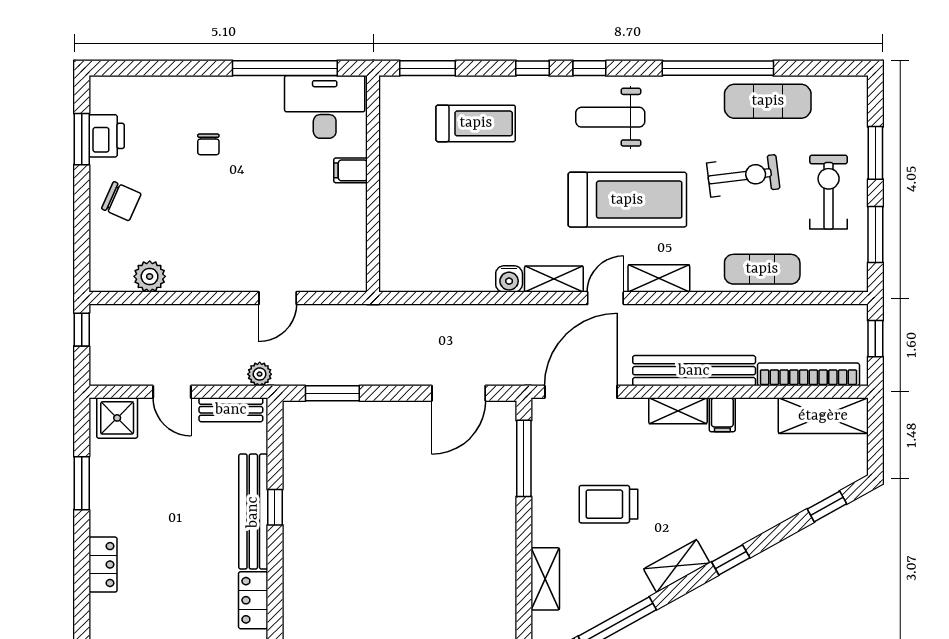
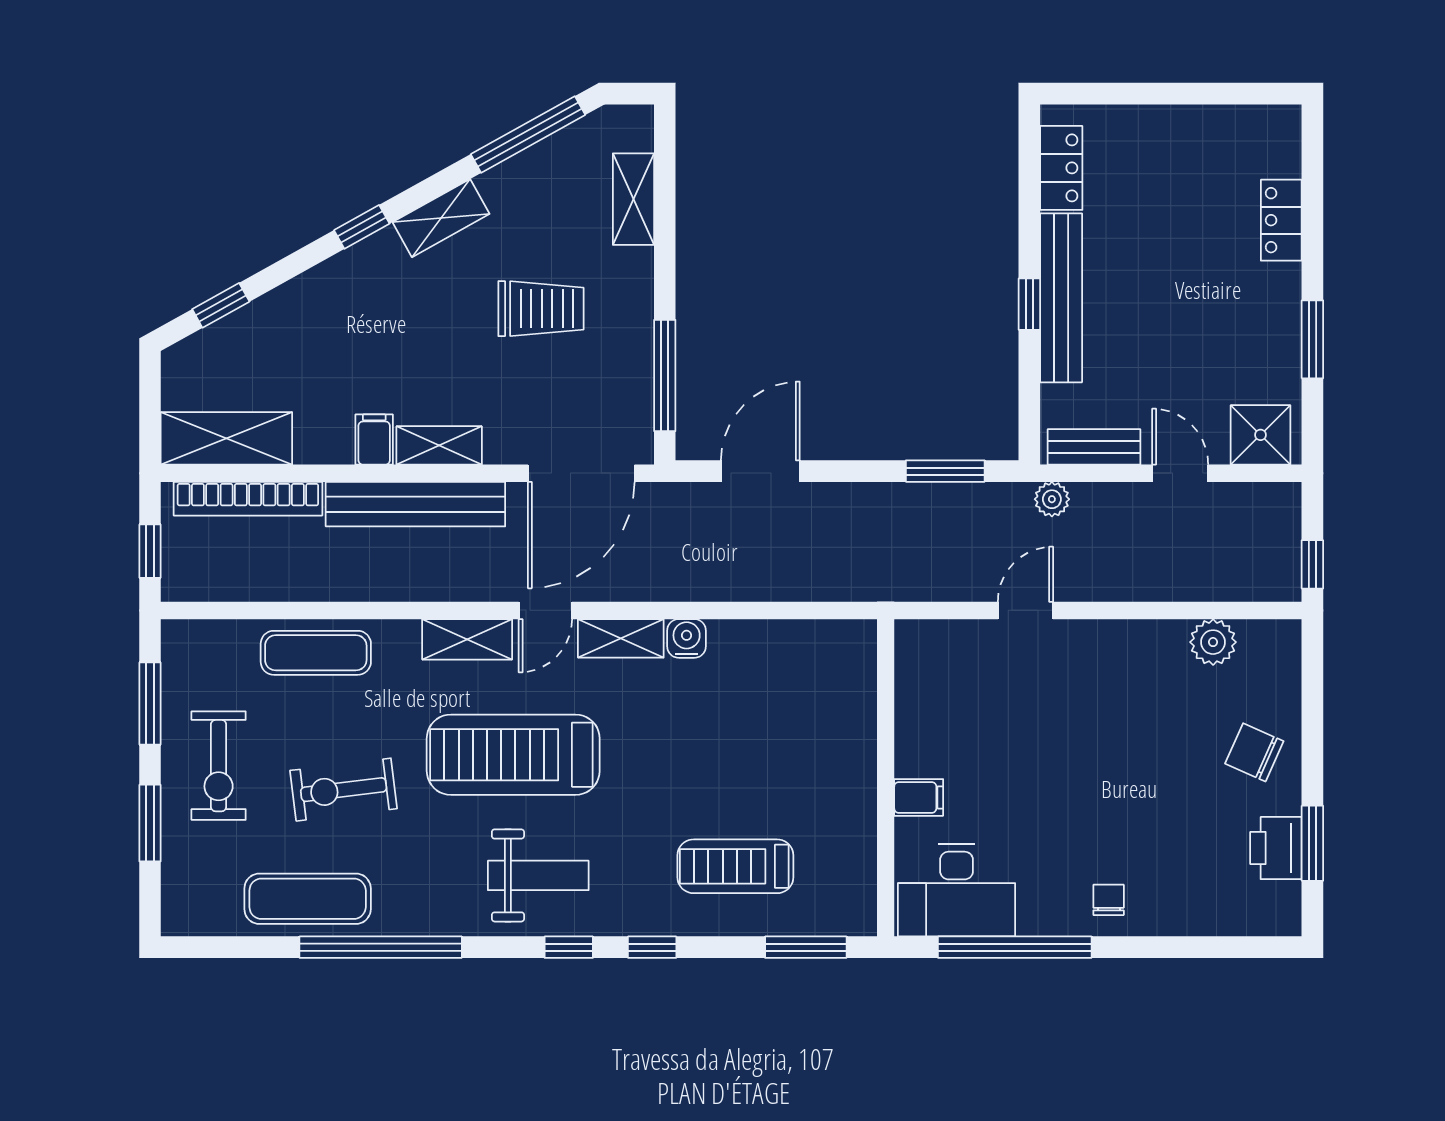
chair: (208, 144) -> (1109, 900), moved

